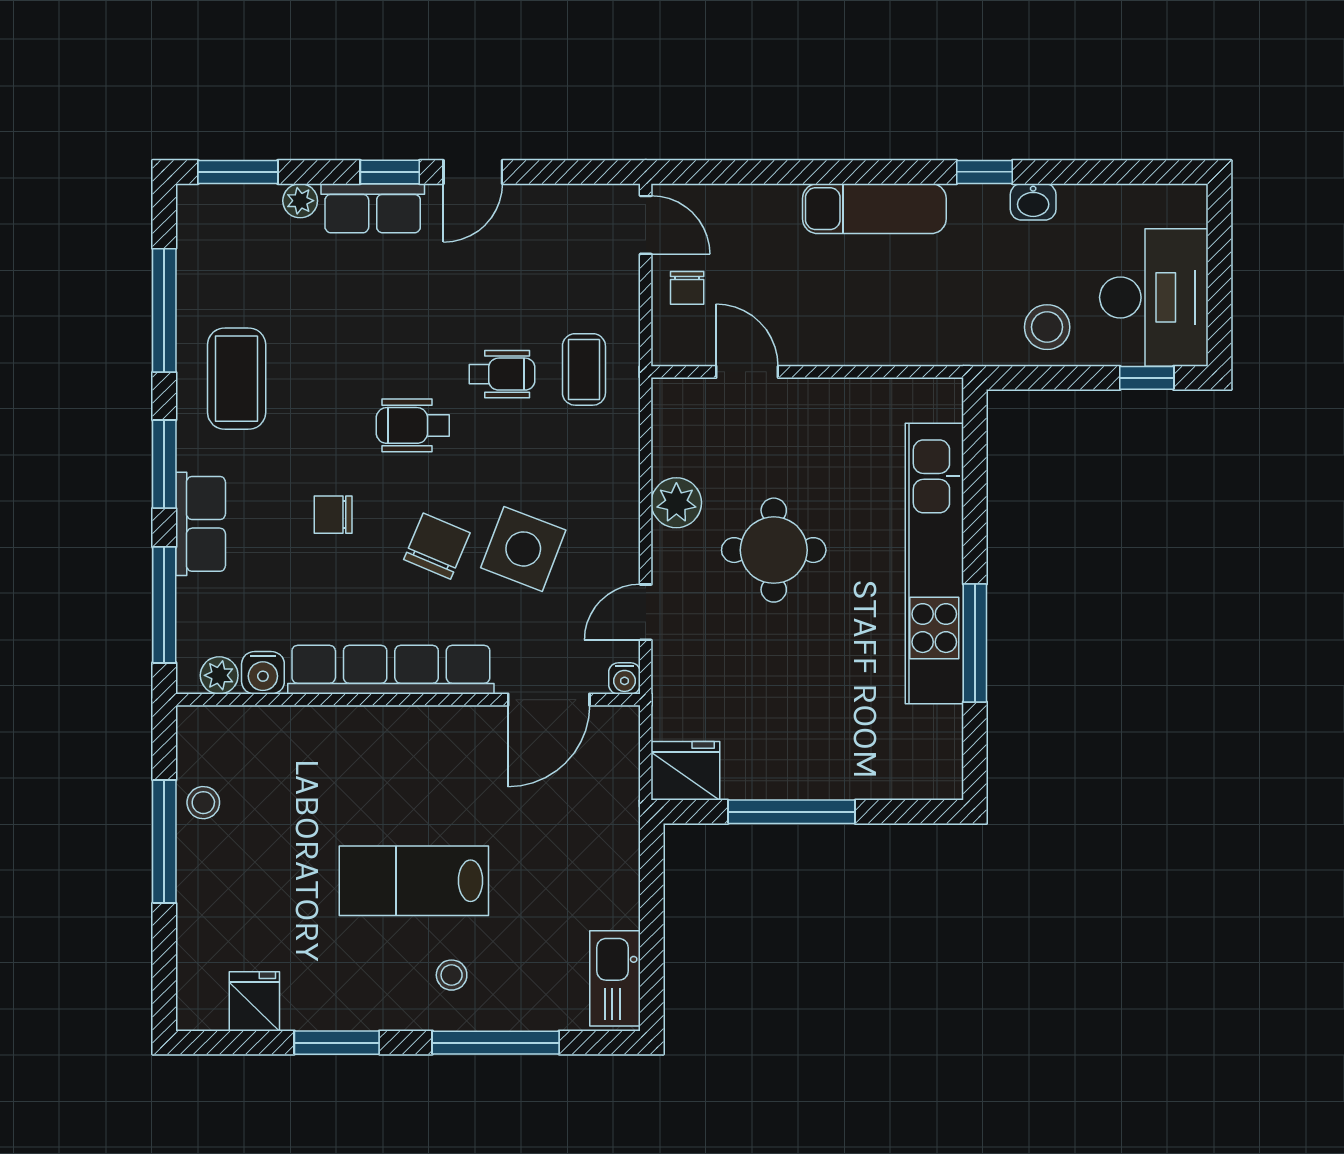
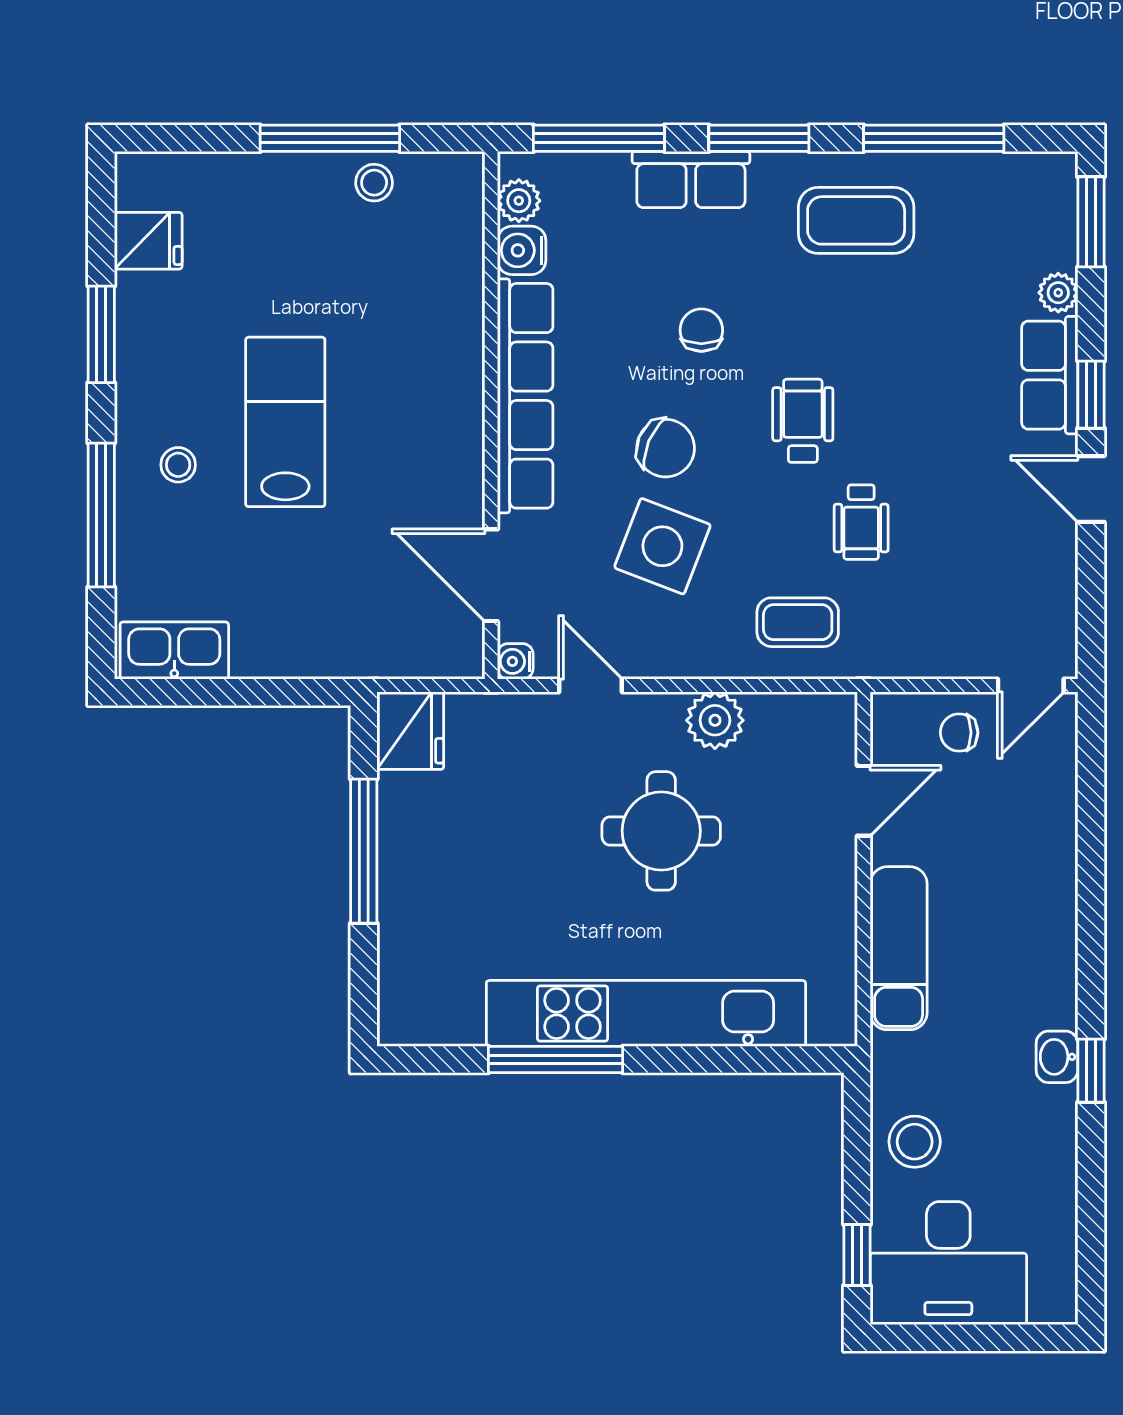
washbasin: (1033, 202) -> (1057, 1057), moved
exam couch: (874, 209) -> (899, 948), moved, turned 180
coffee table: (584, 369) -> (798, 622), moved

